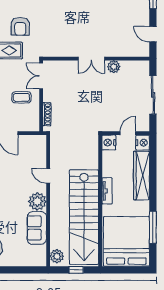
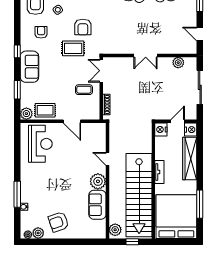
plant: (114, 67) -> (178, 63), moved

